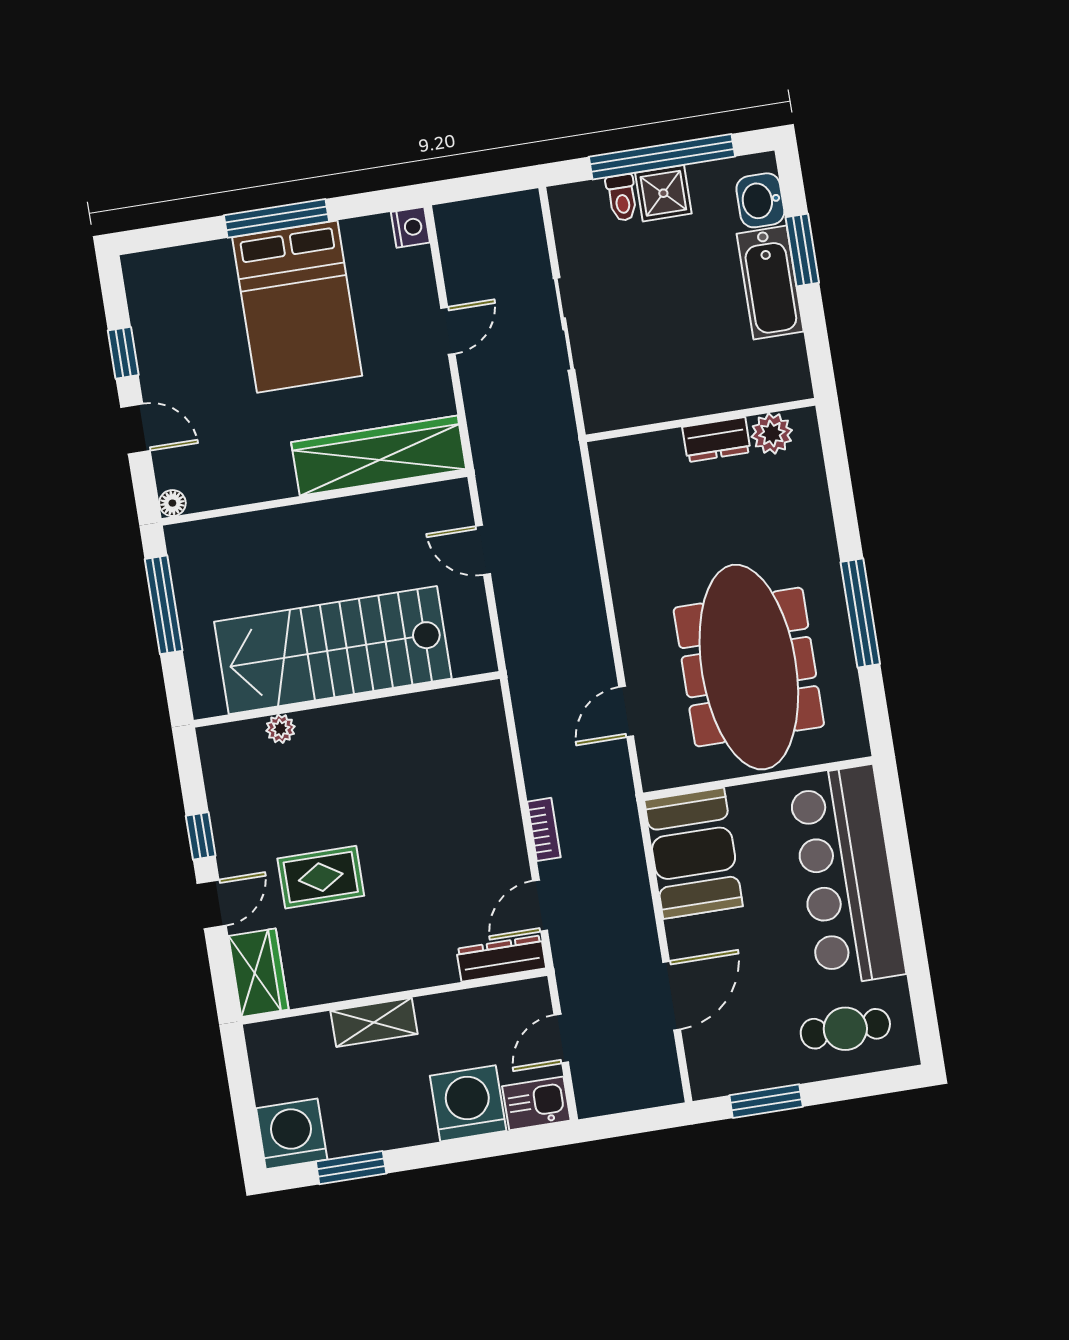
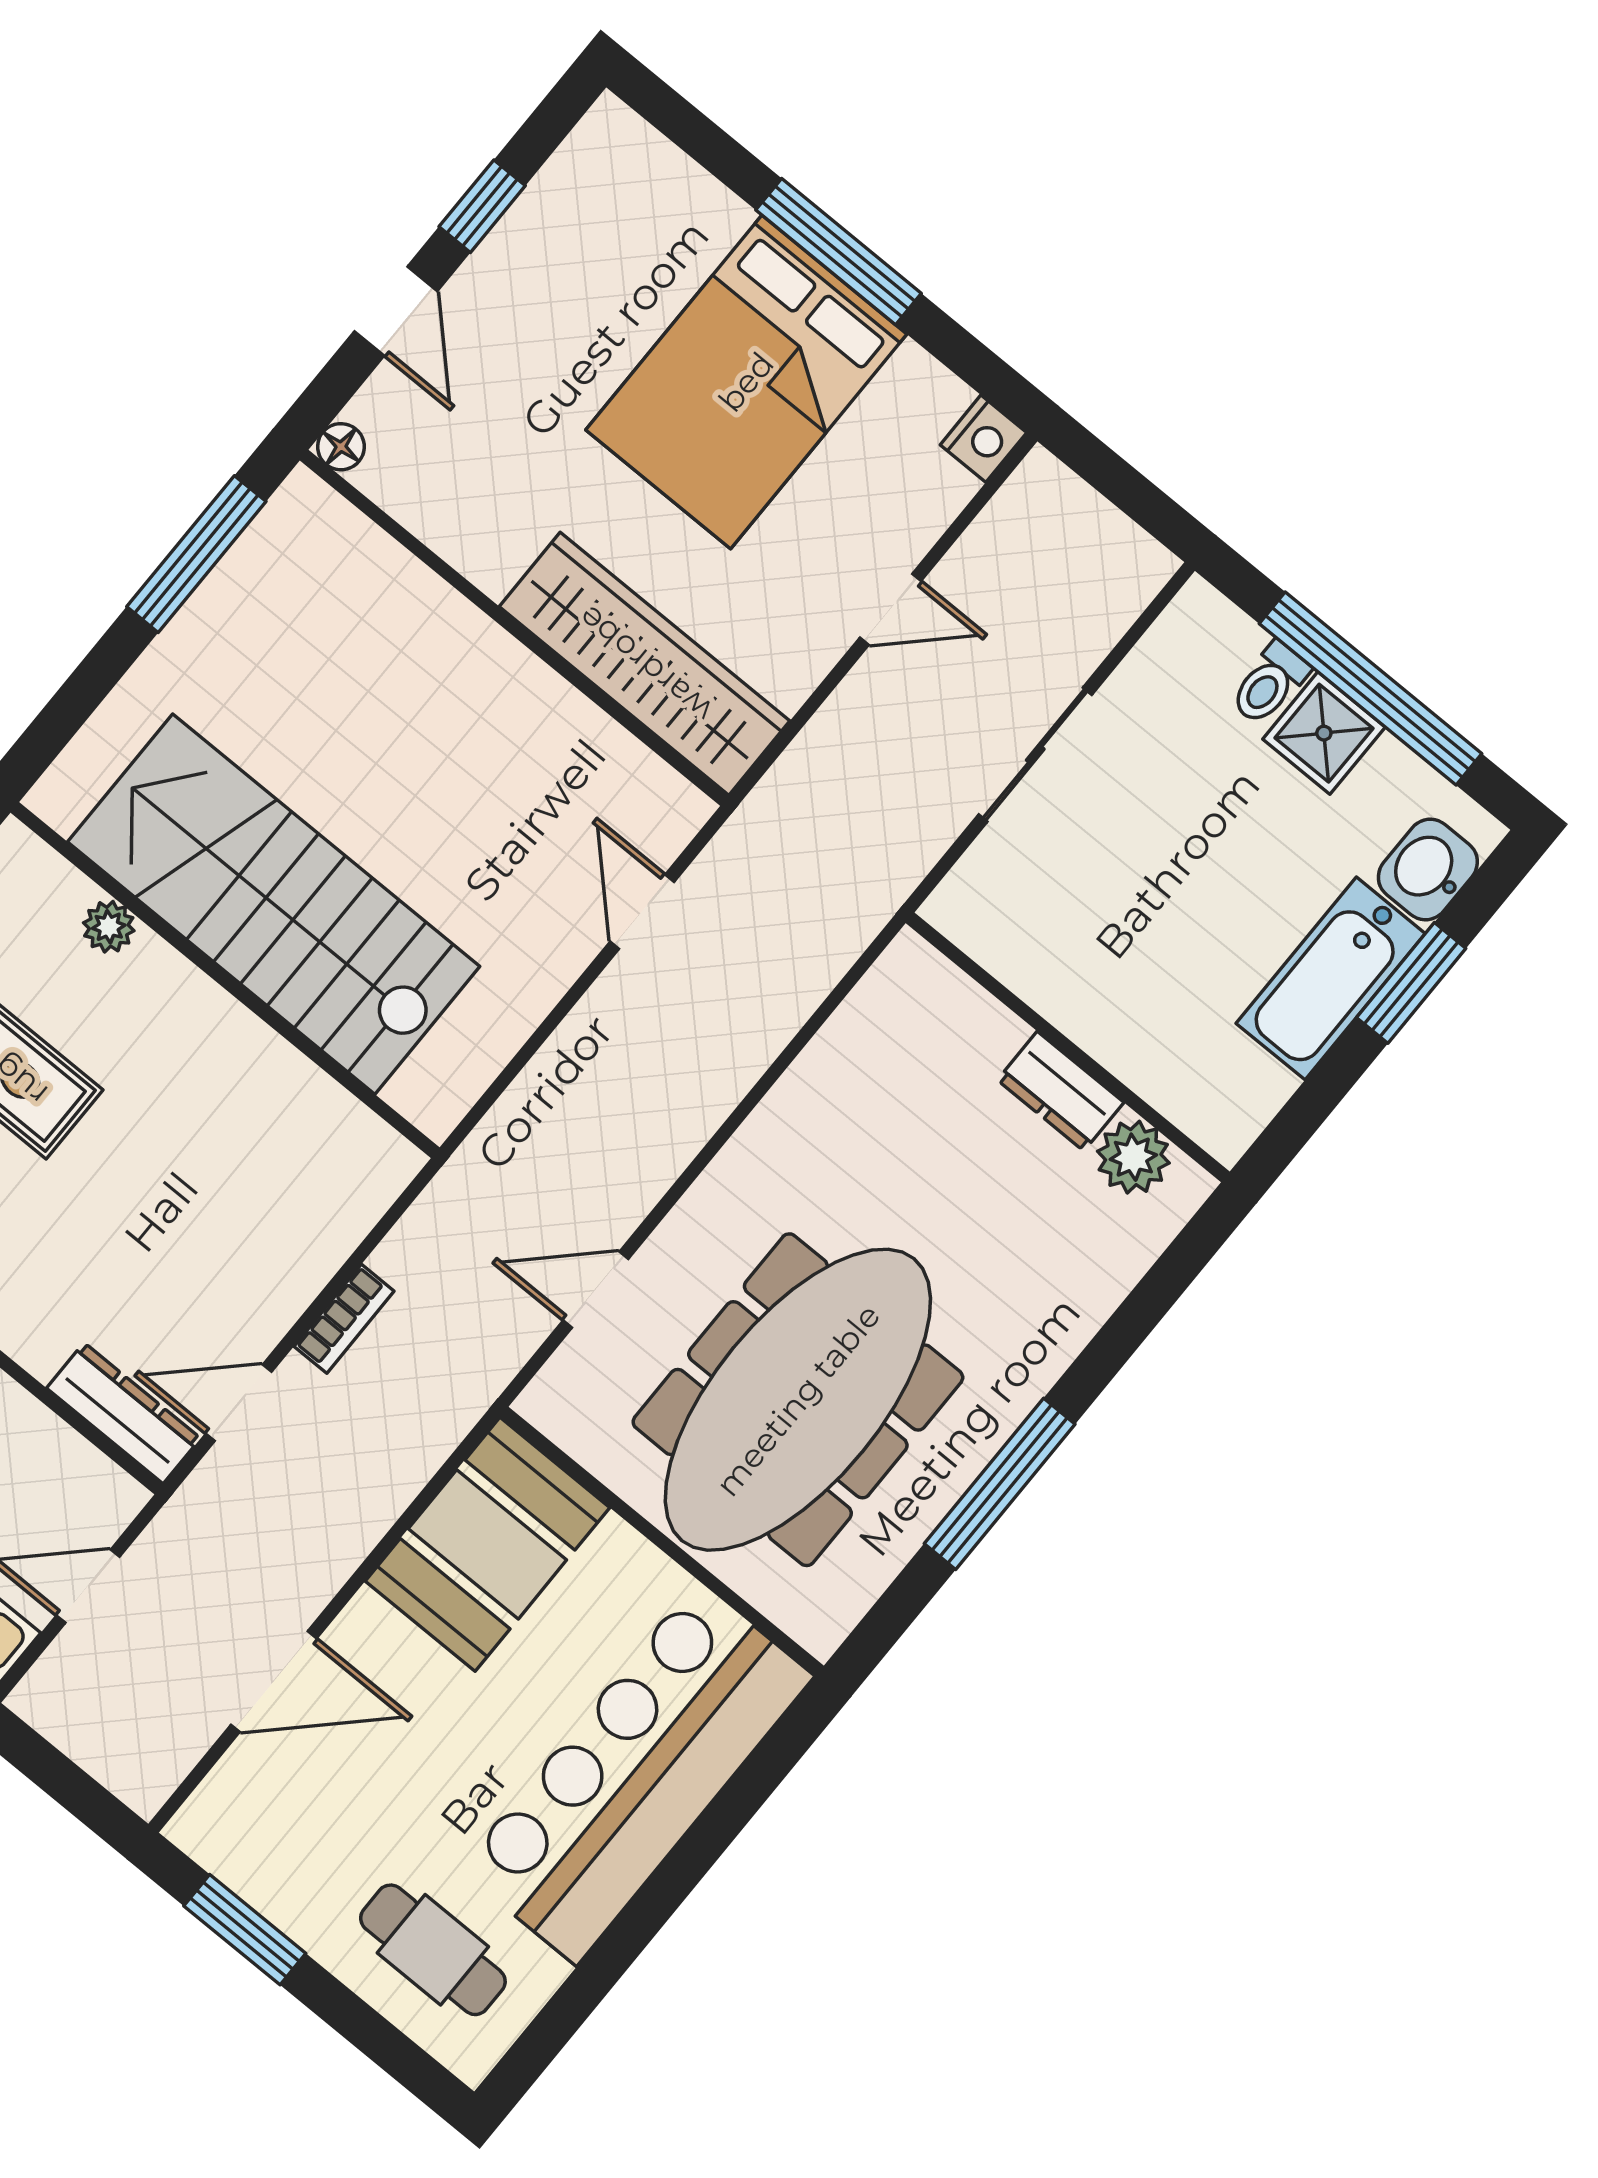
stairs: (333, 650) -> (274, 904), moved
wall: (347, 699) -> (225, 980), moved
plant: (280, 729) -> (109, 927), moved

